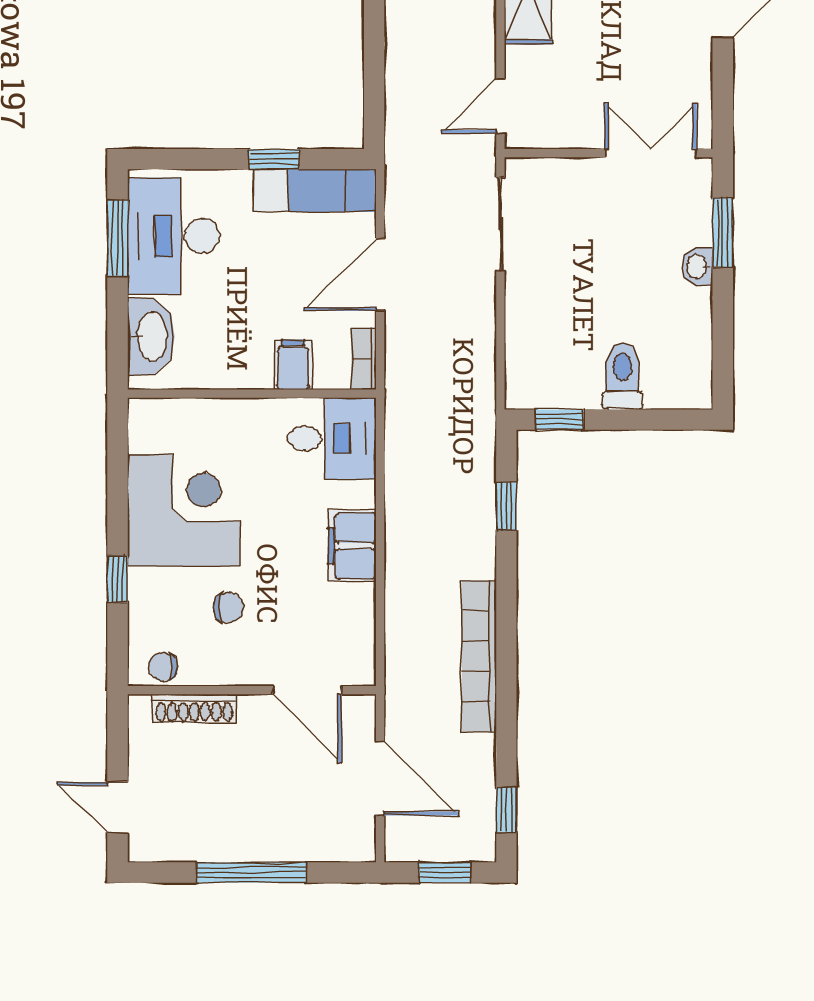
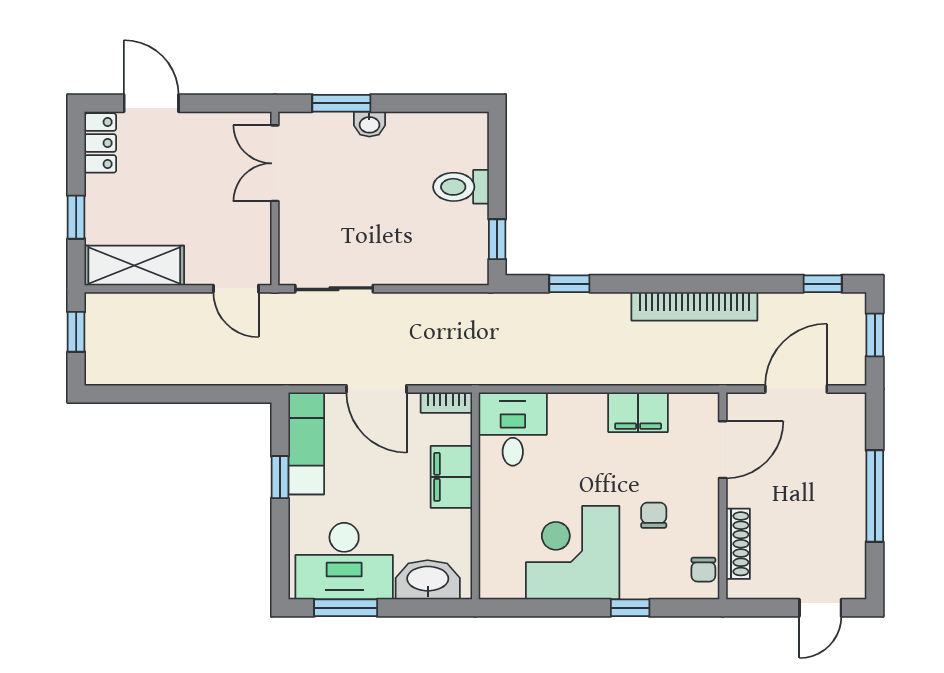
filing cabinet: (293, 365) -> (451, 477), width x2.00
filing cabinet: (352, 546) -> (638, 412), moved

